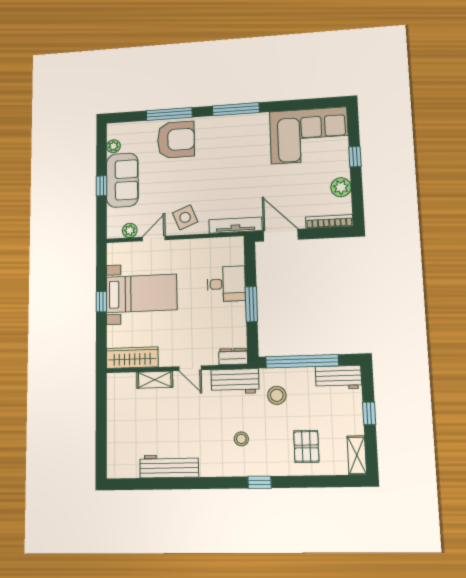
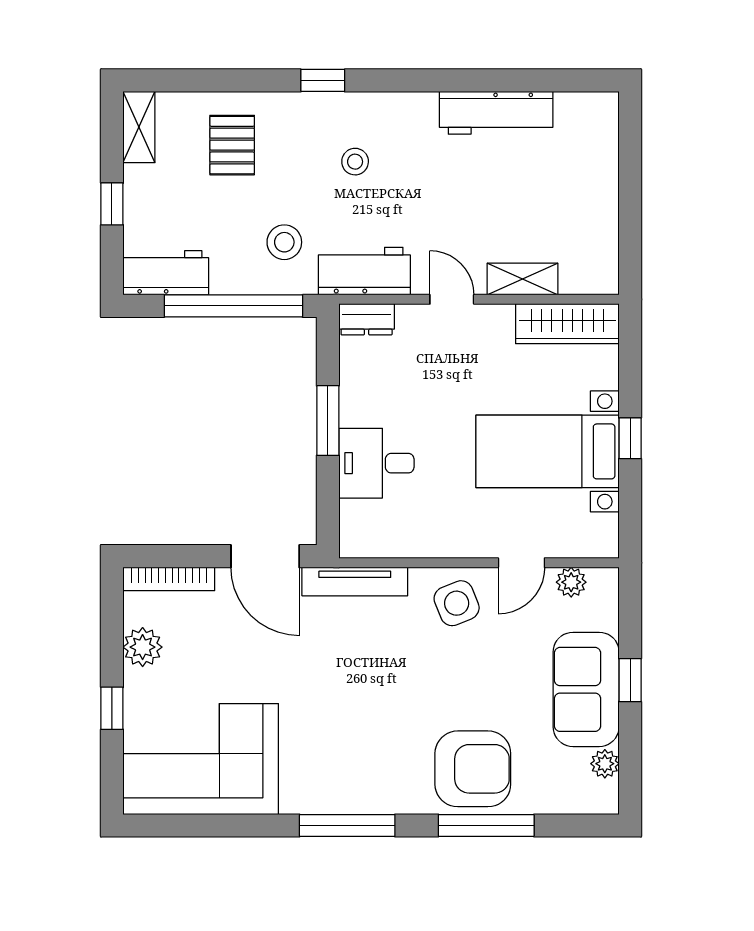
armchair: (176, 140) -> (473, 769), turned 180

